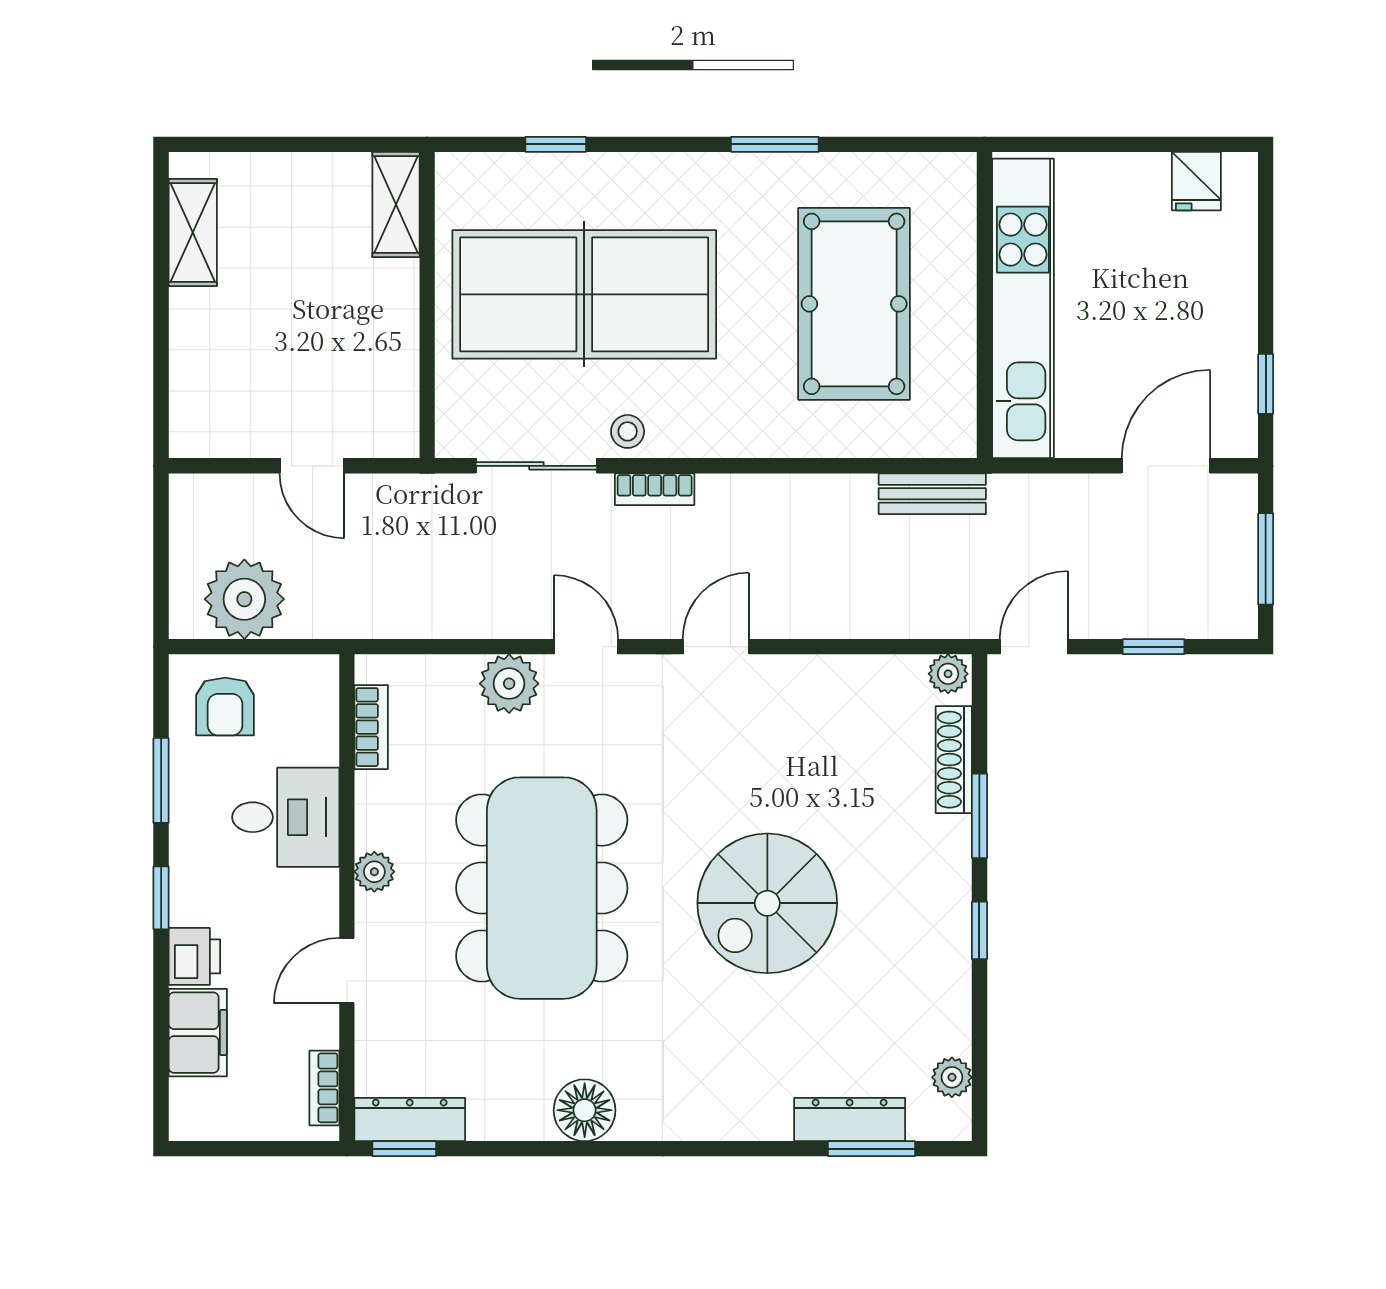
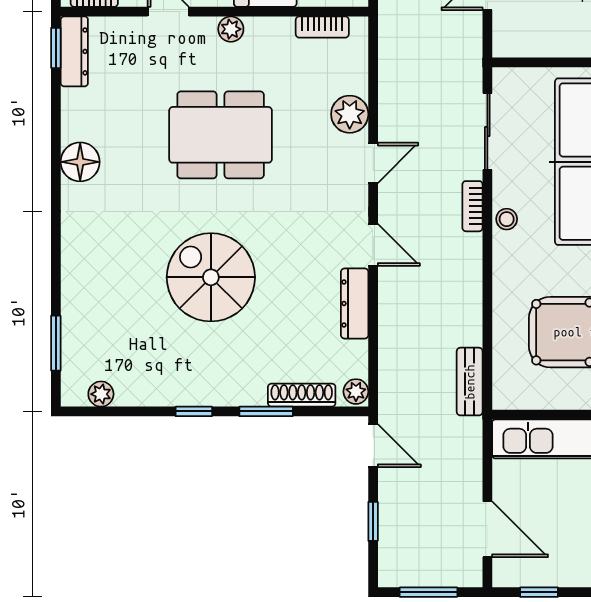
stool: (628, 431) -> (507, 219), moved
dining table: (542, 888) -> (221, 135), width x0.73, depth x0.80
dresser: (850, 1119) -> (355, 304), moved, turned 180

